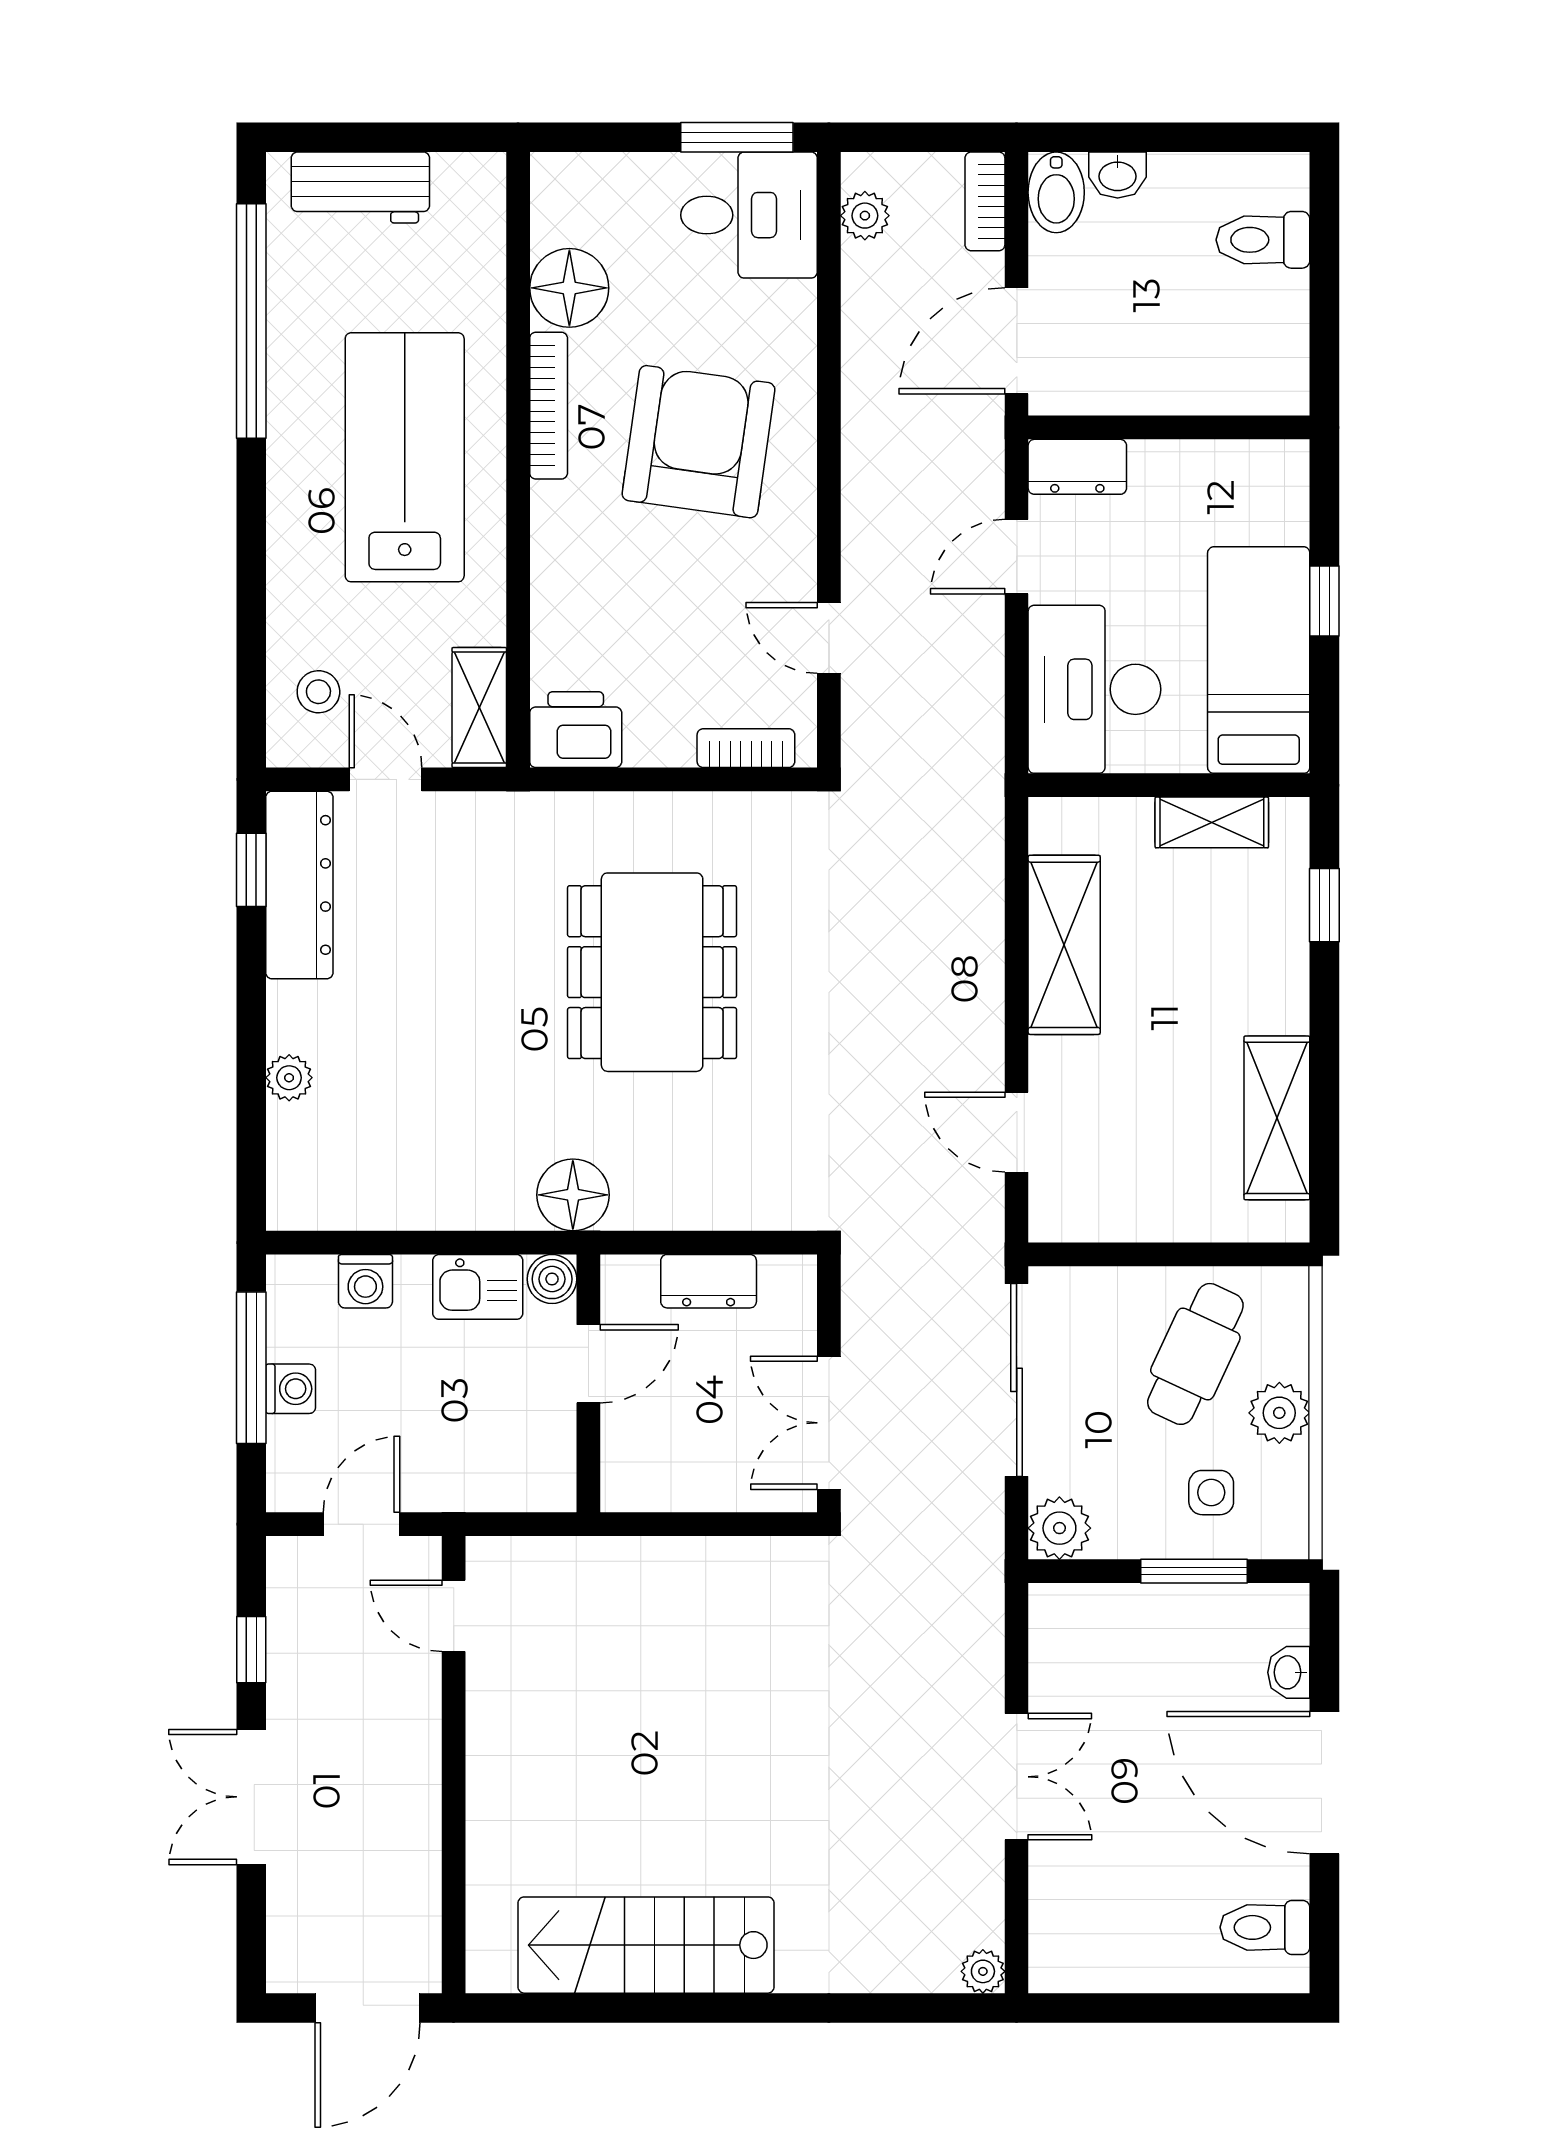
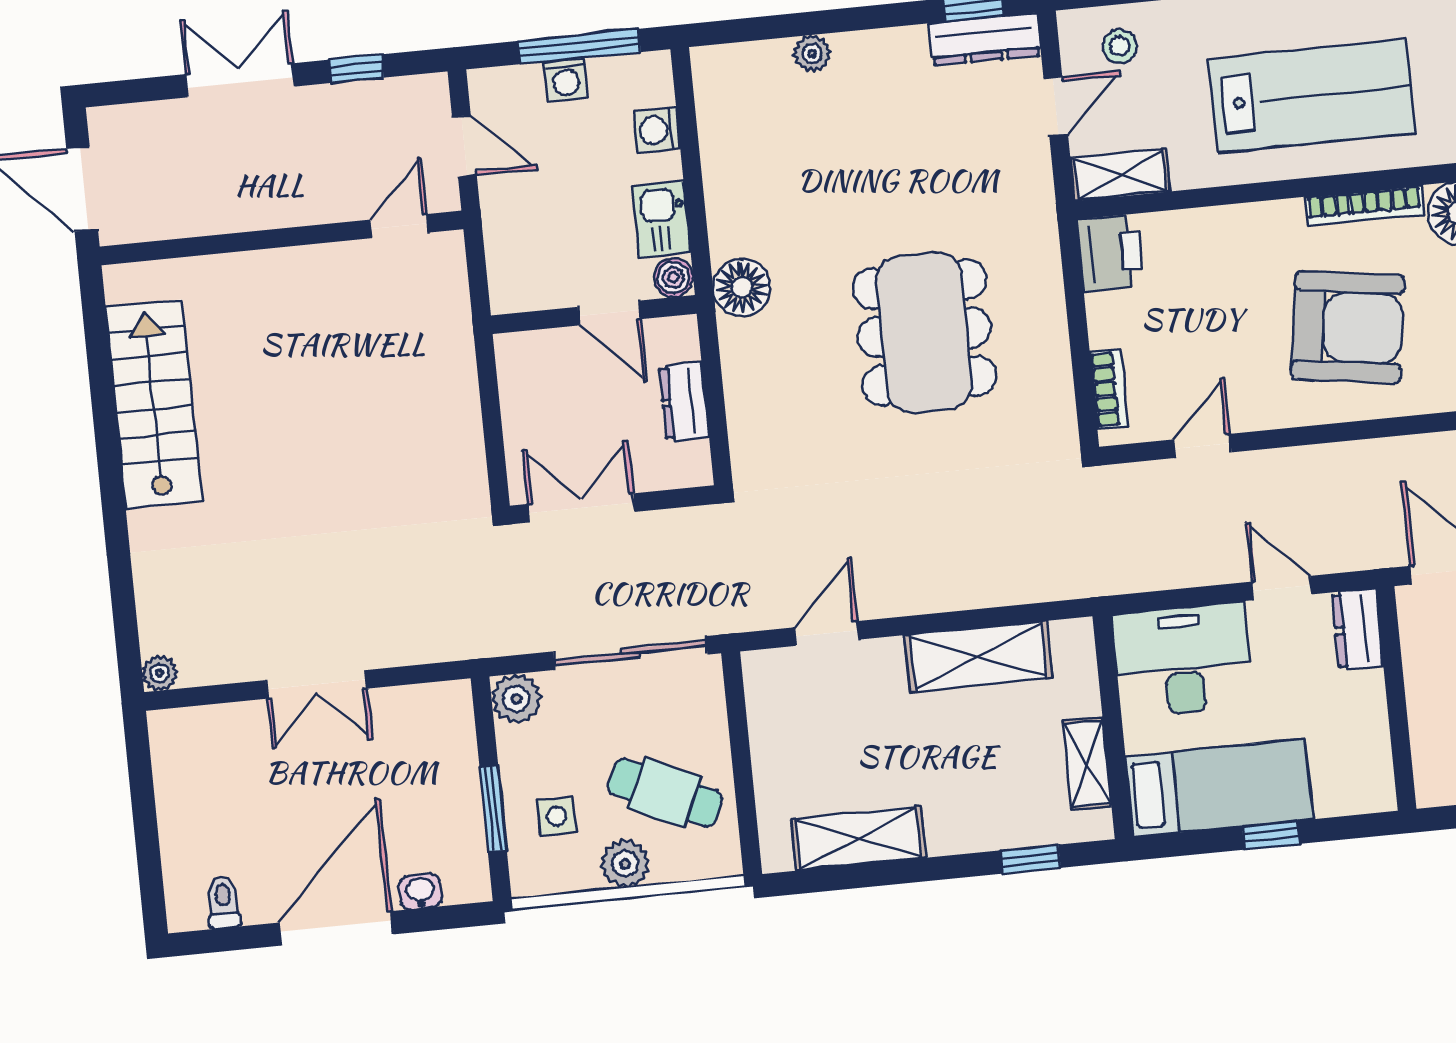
dresser: (299, 885) -> (985, 39), width x0.73, depth x0.80
dining table: (652, 972) -> (924, 332), turned 90
toilet: (1265, 1927) -> (223, 902), width x0.73, depth x0.72

